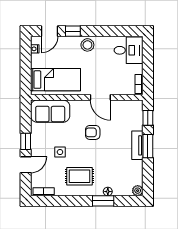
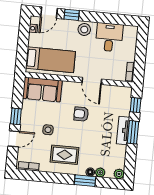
desk: (129, 50) -> (109, 37), moved, turned -90
plant: (118, 191) -> (100, 172), added

